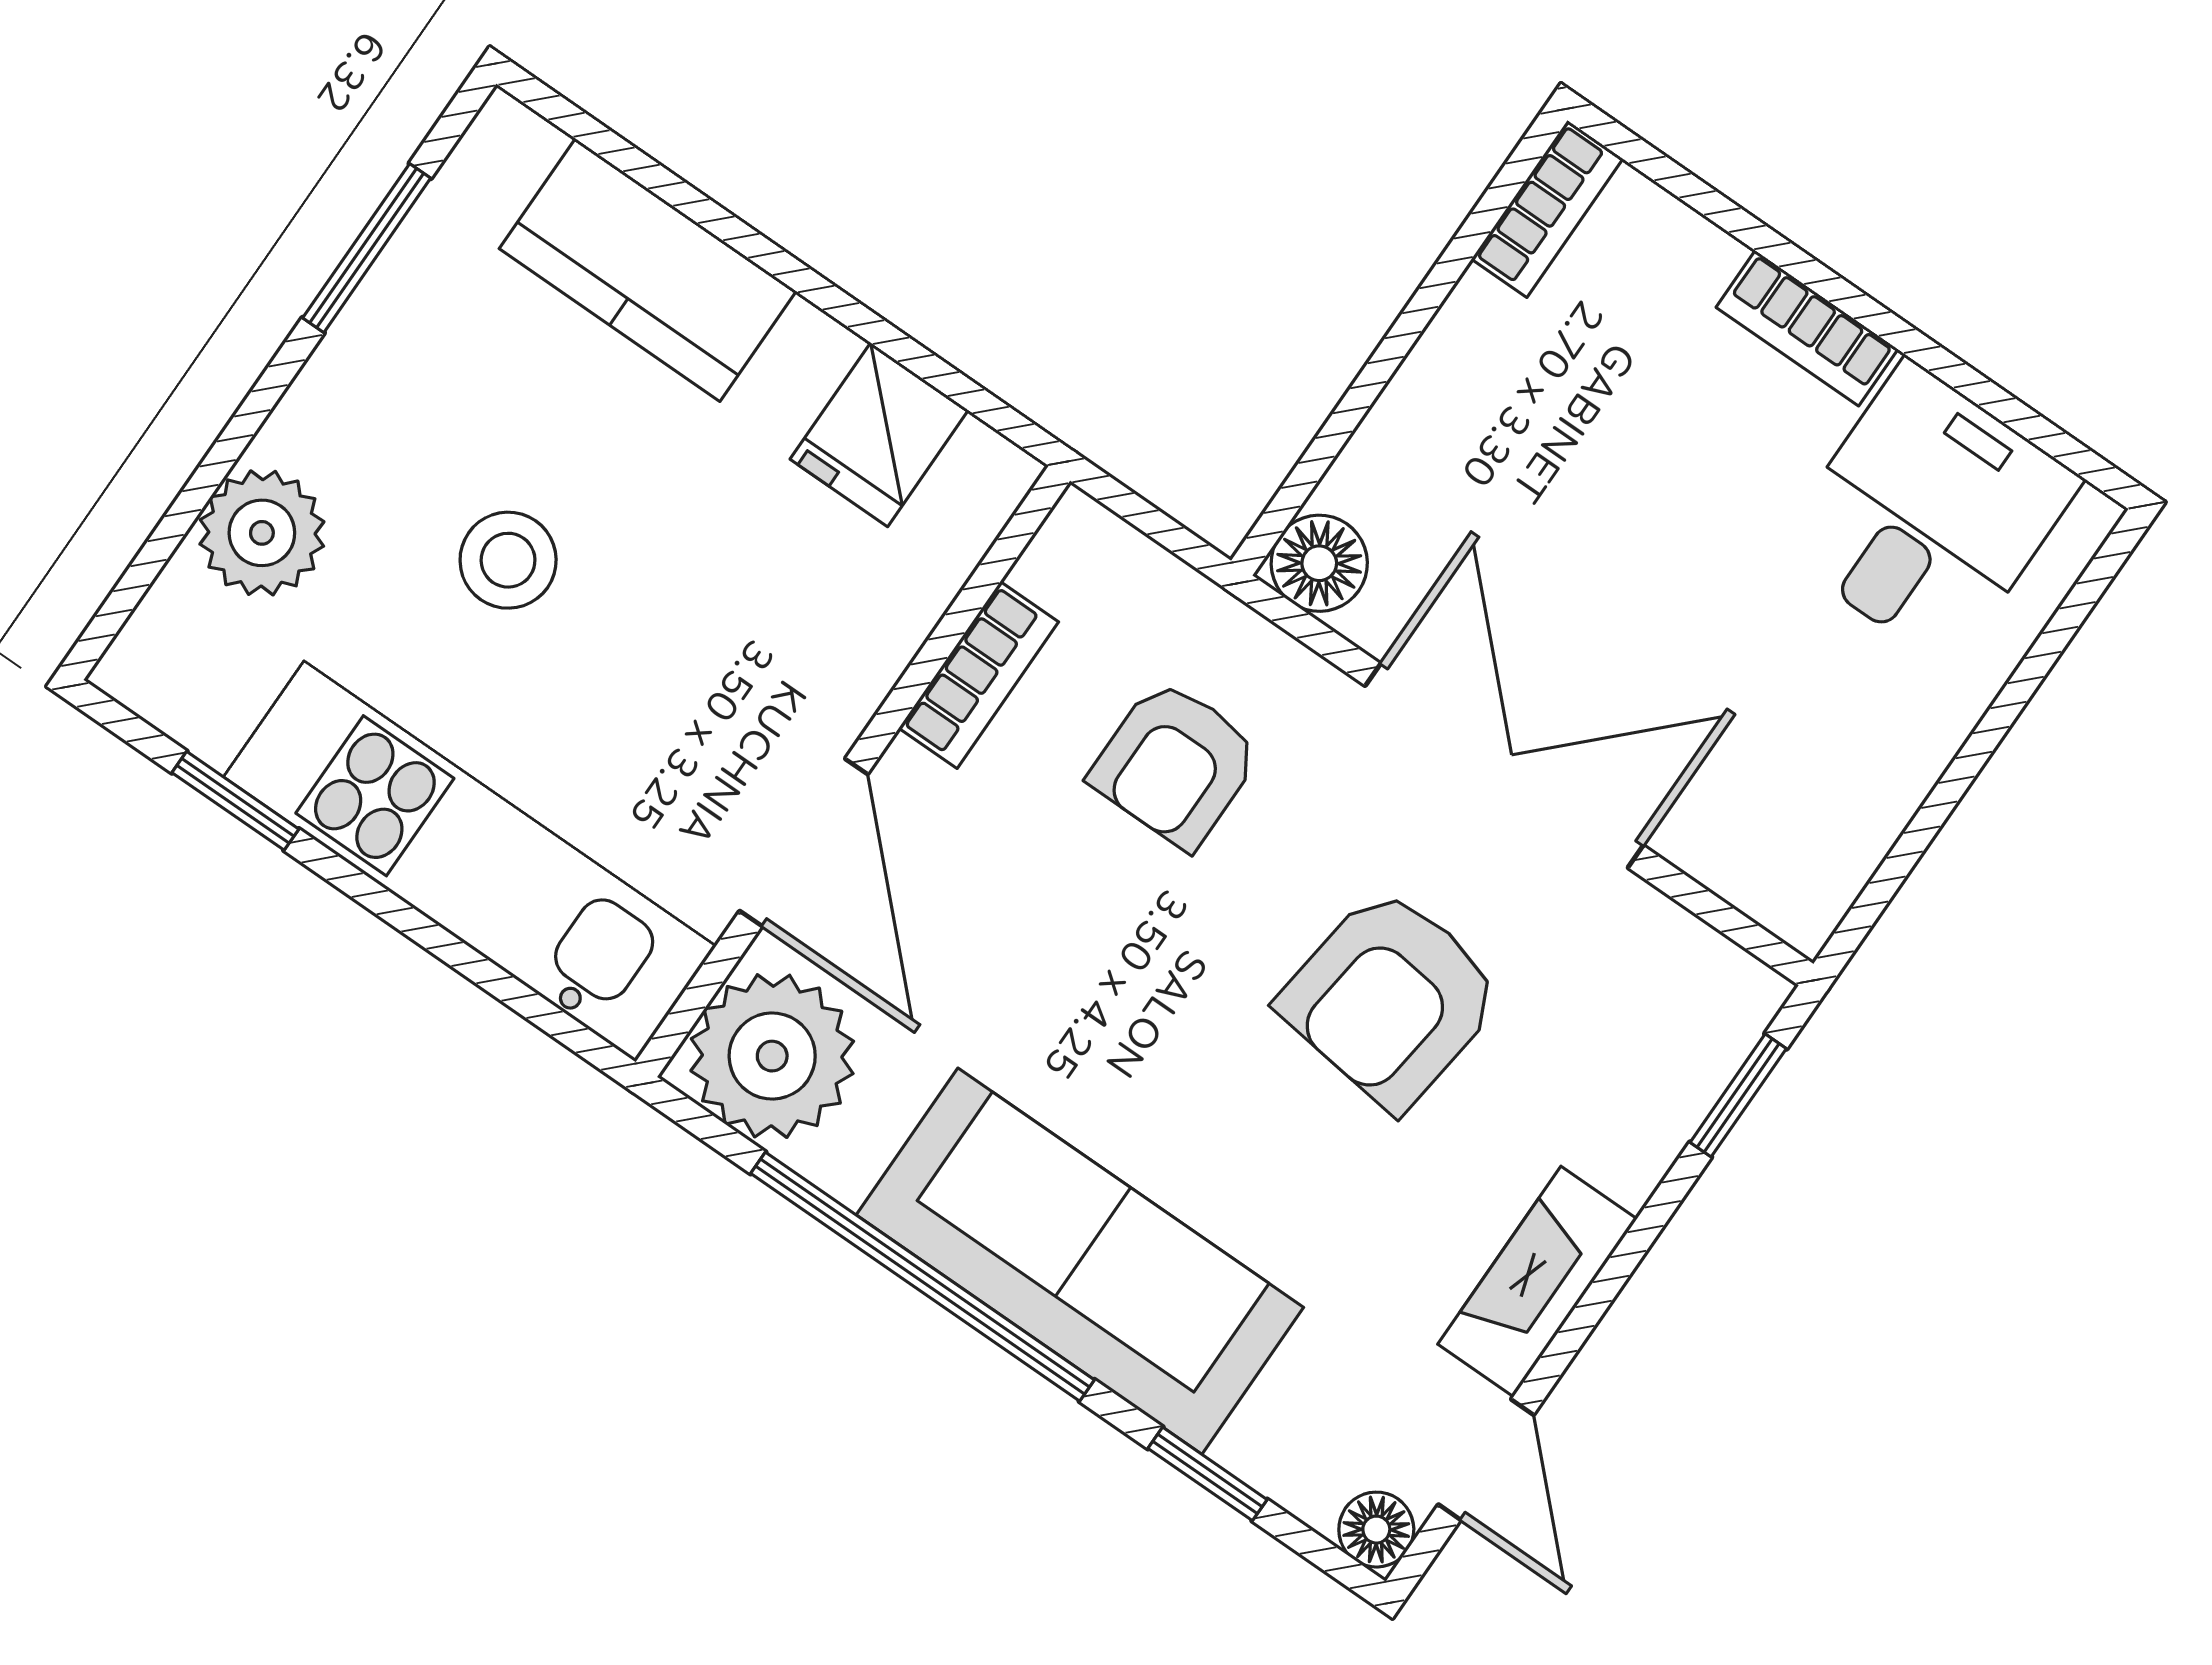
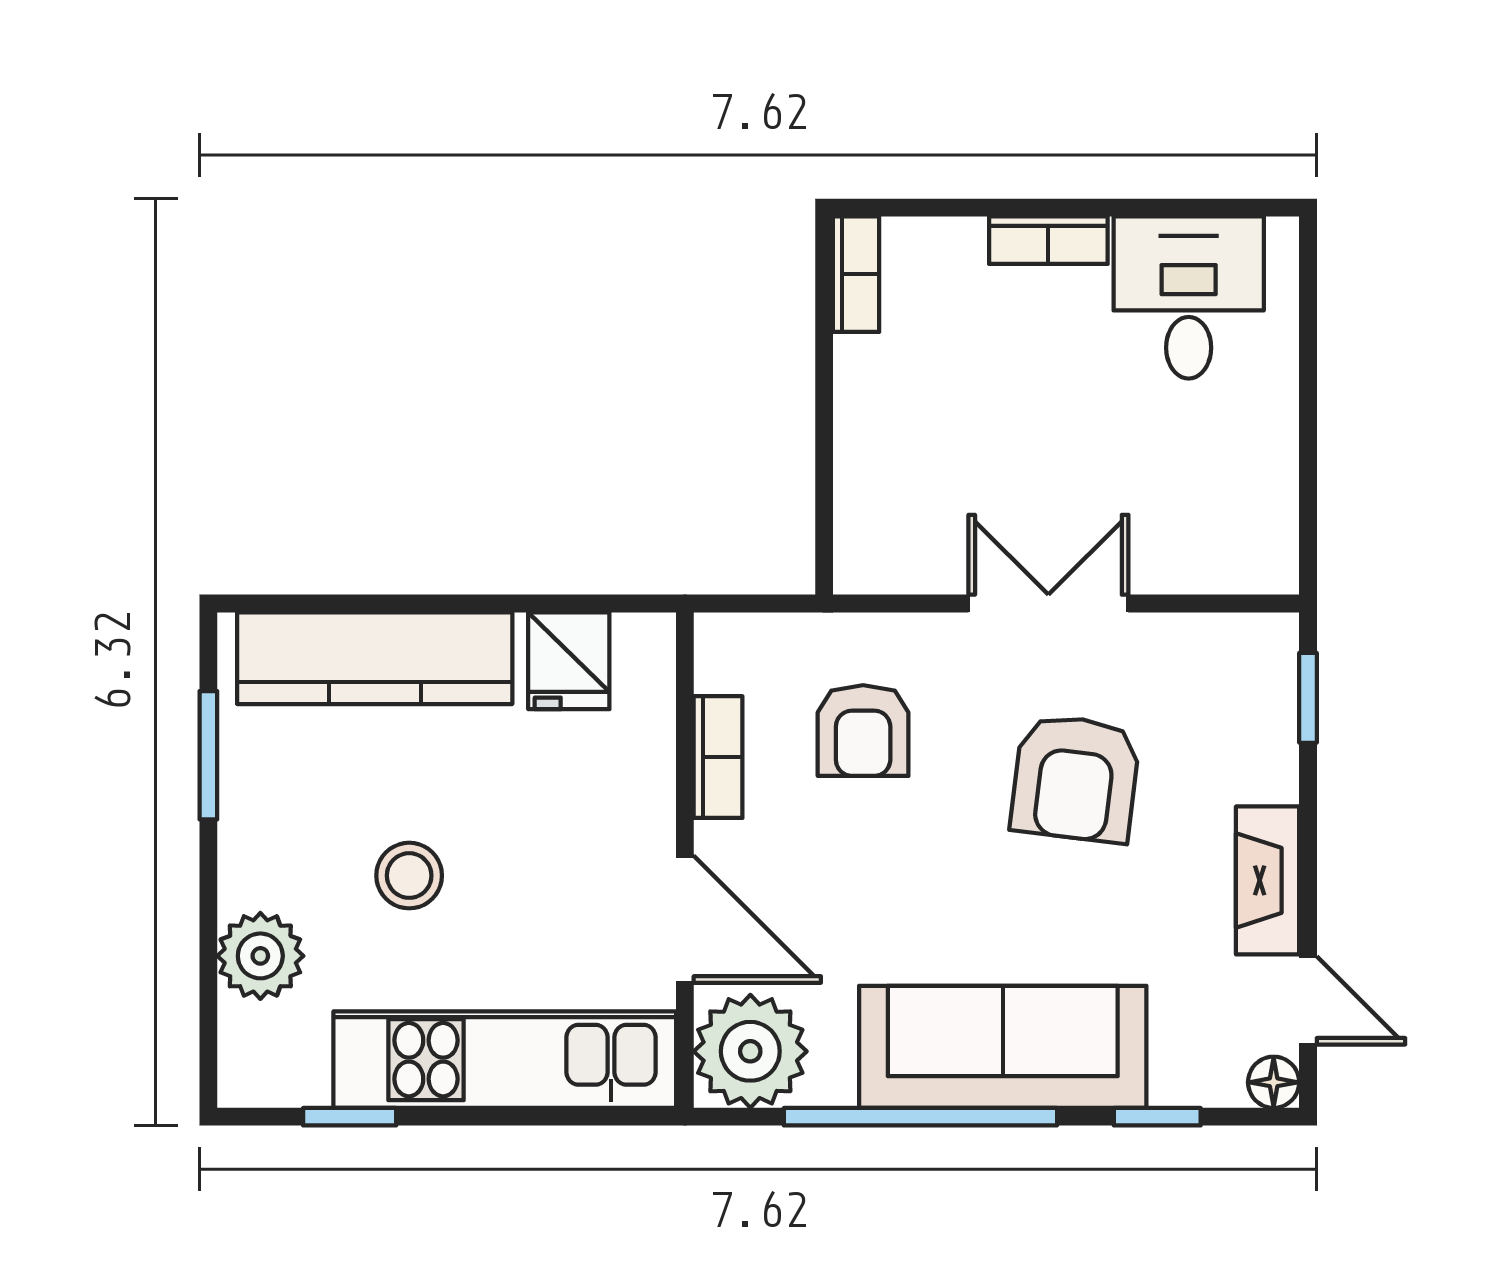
kitchen counter: (648, 270) -> (375, 658), width x1.50
floor lamp: (1319, 563) -> (866, 562), removed
double door: (1504, 766) -> (1048, 604), width x0.73

